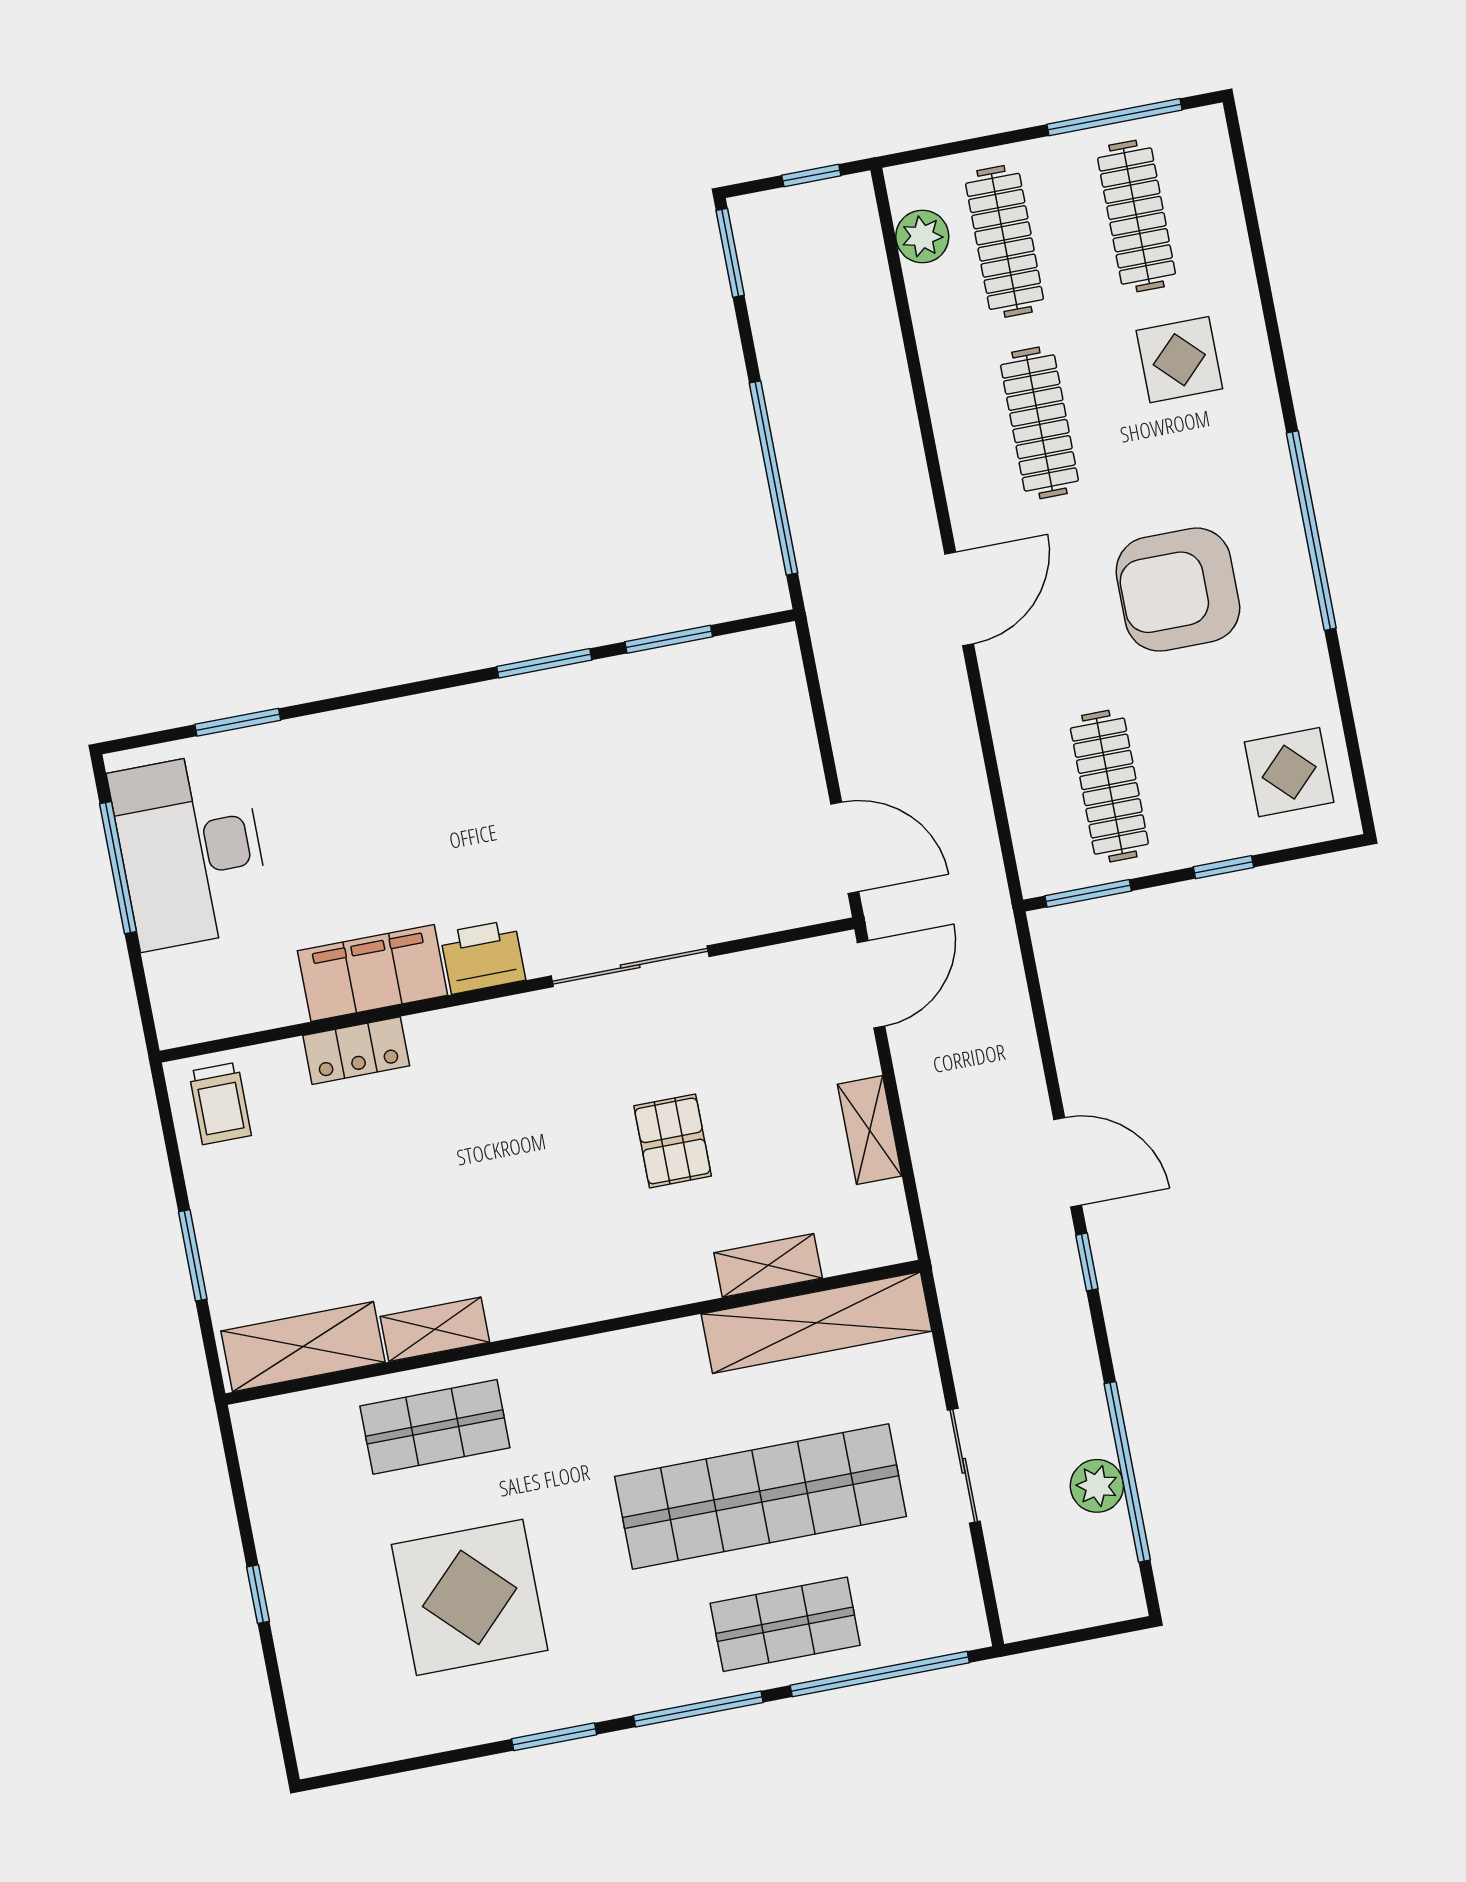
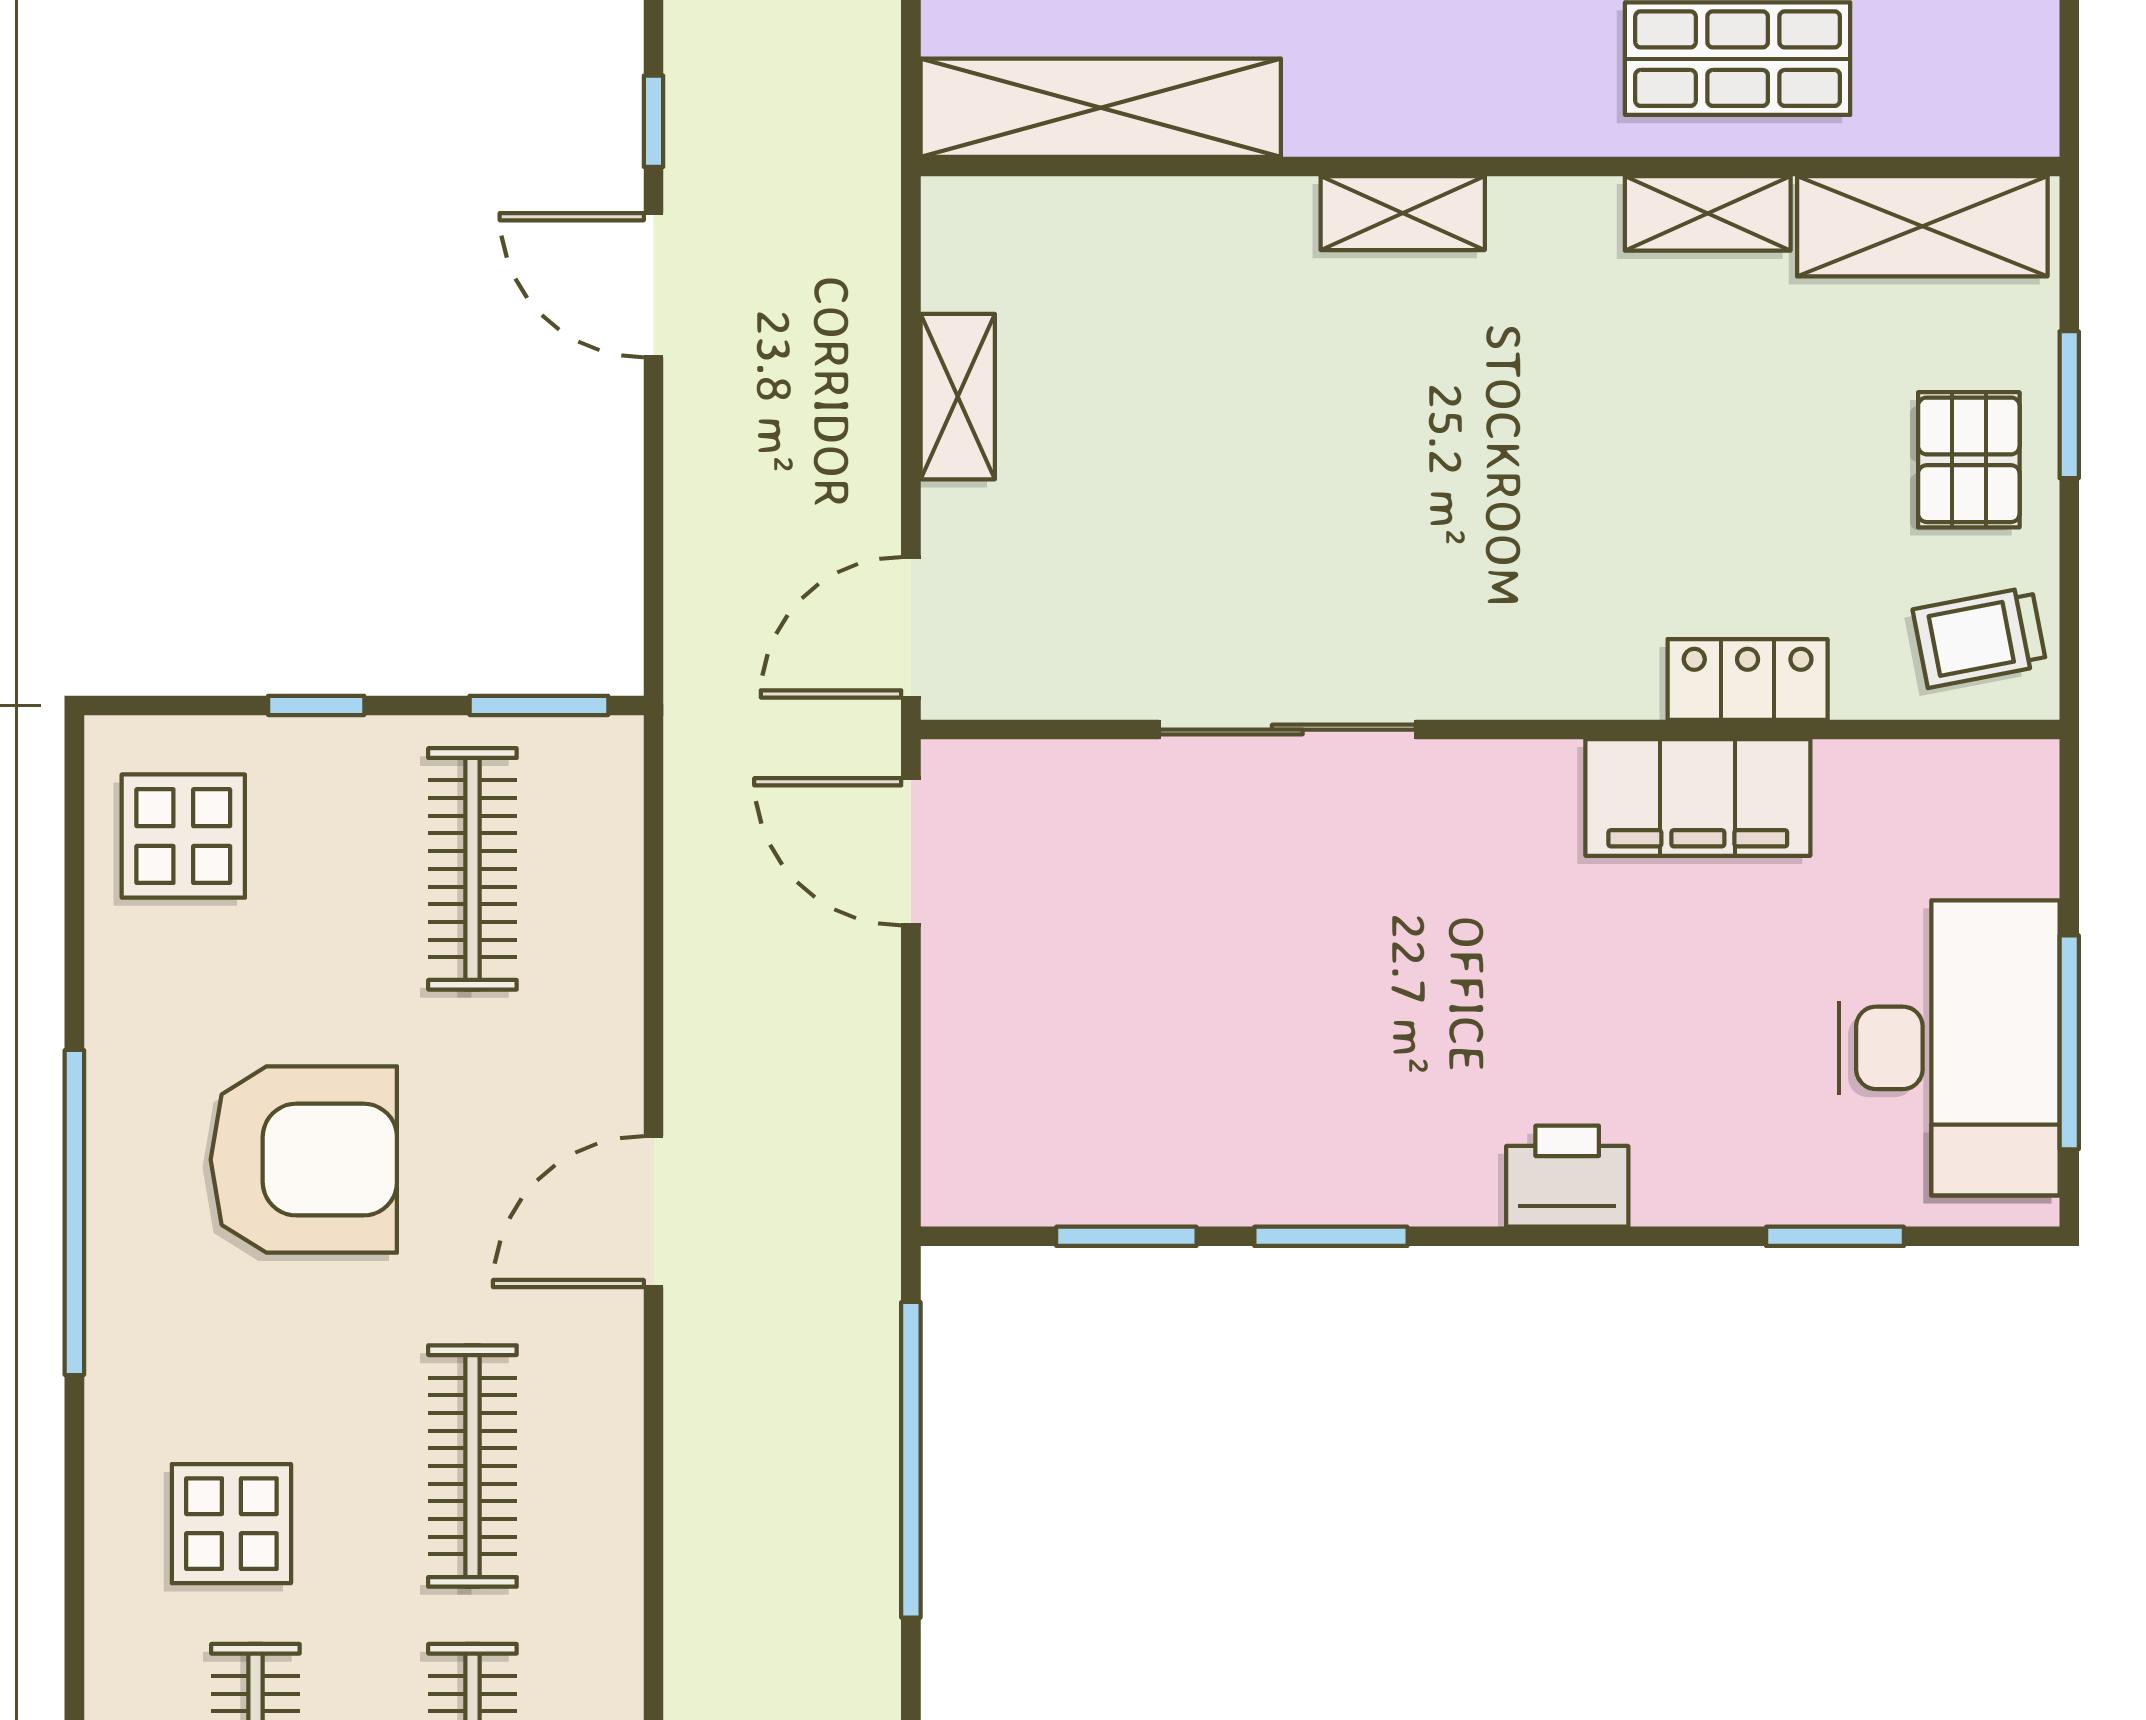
printer: (483, 957) -> (1567, 1176), moved, turned 180
trolley: (220, 1103) -> (1980, 637), turned -101
pallet: (673, 1141) -> (1969, 460), moved
shelving: (768, 1265) -> (1403, 213), moved

